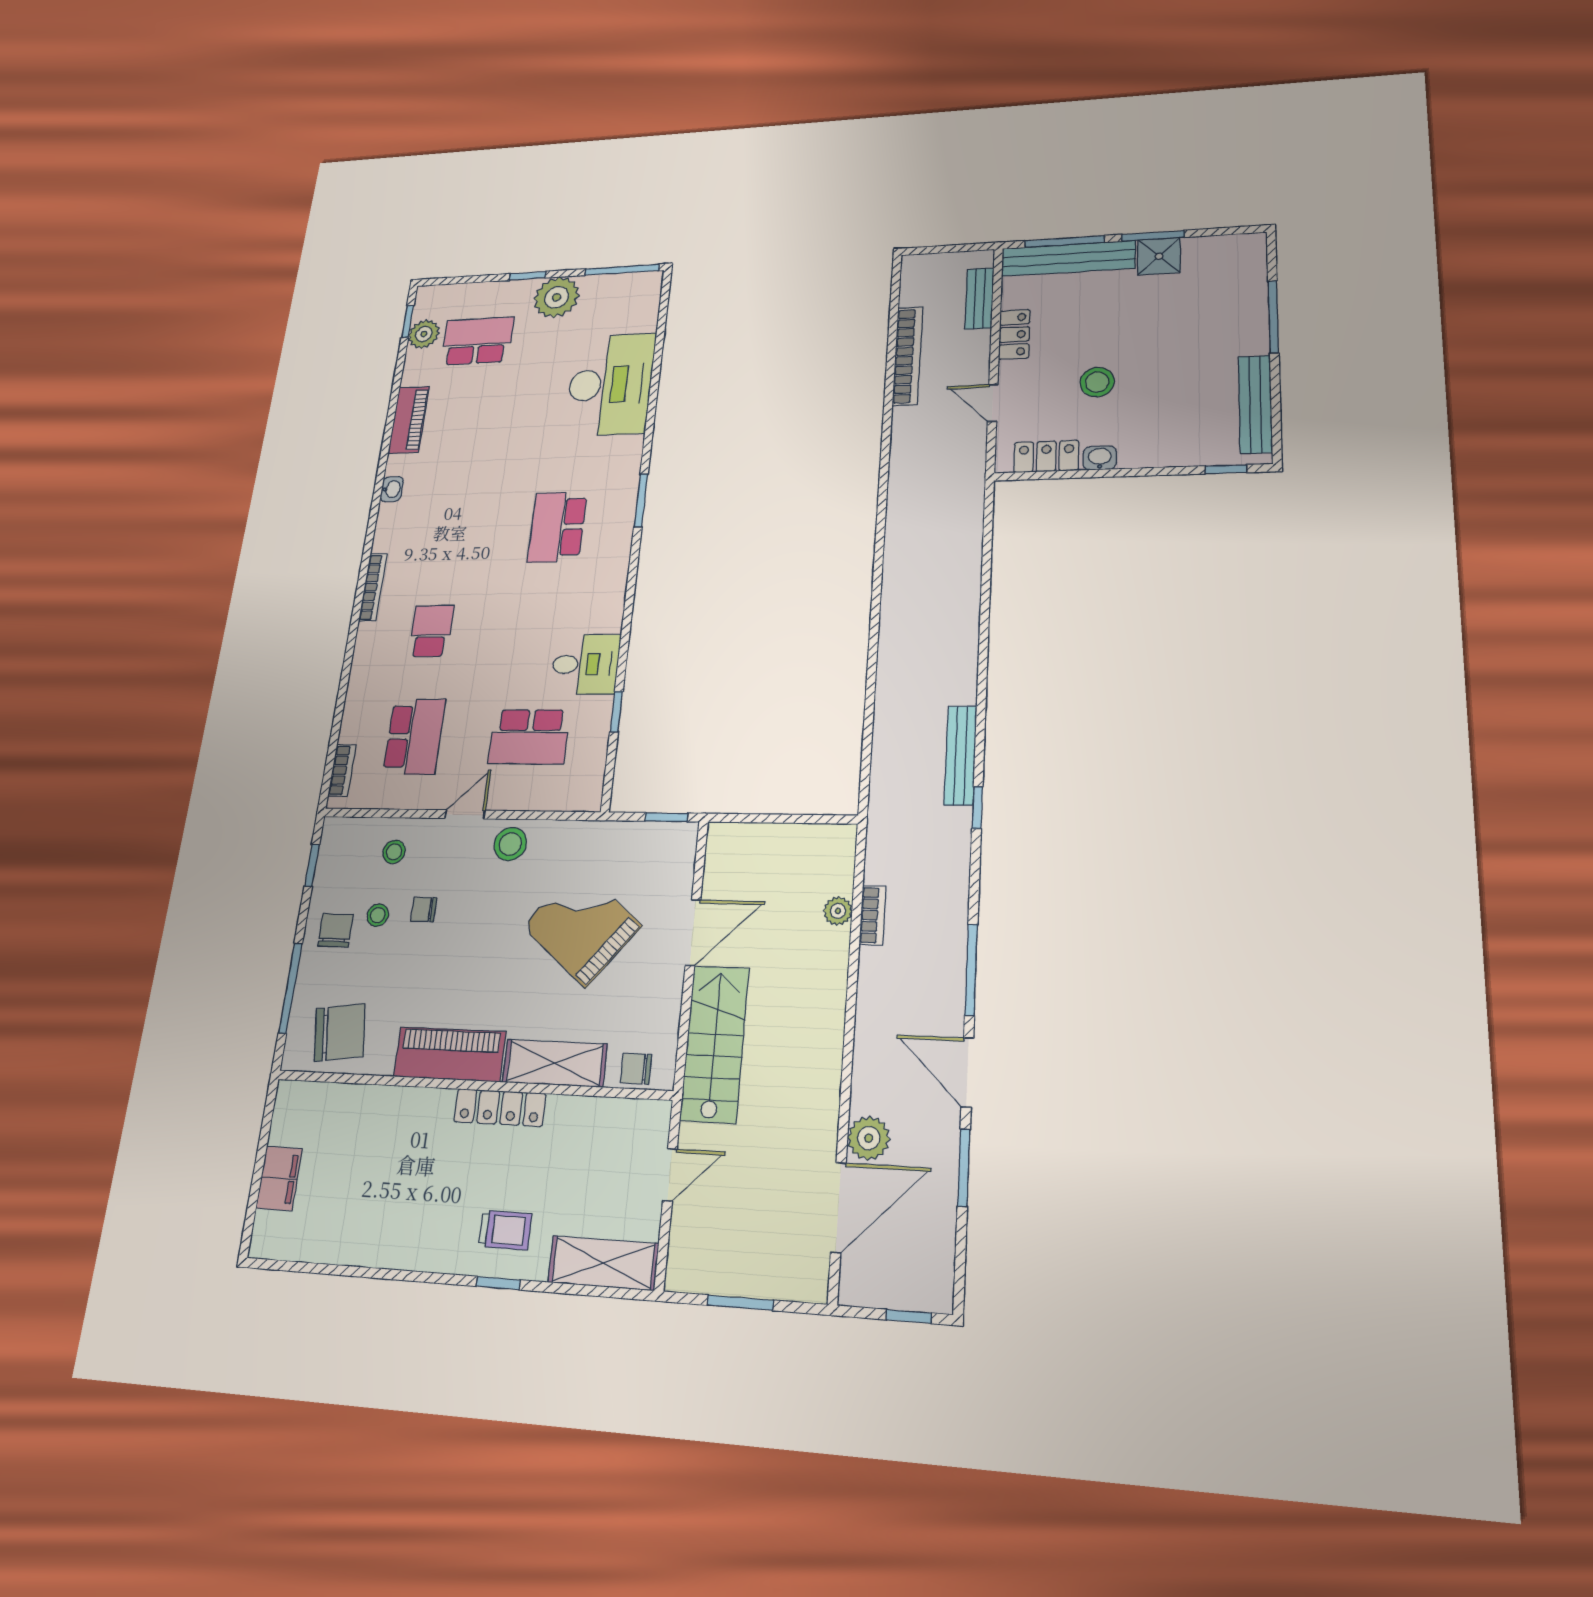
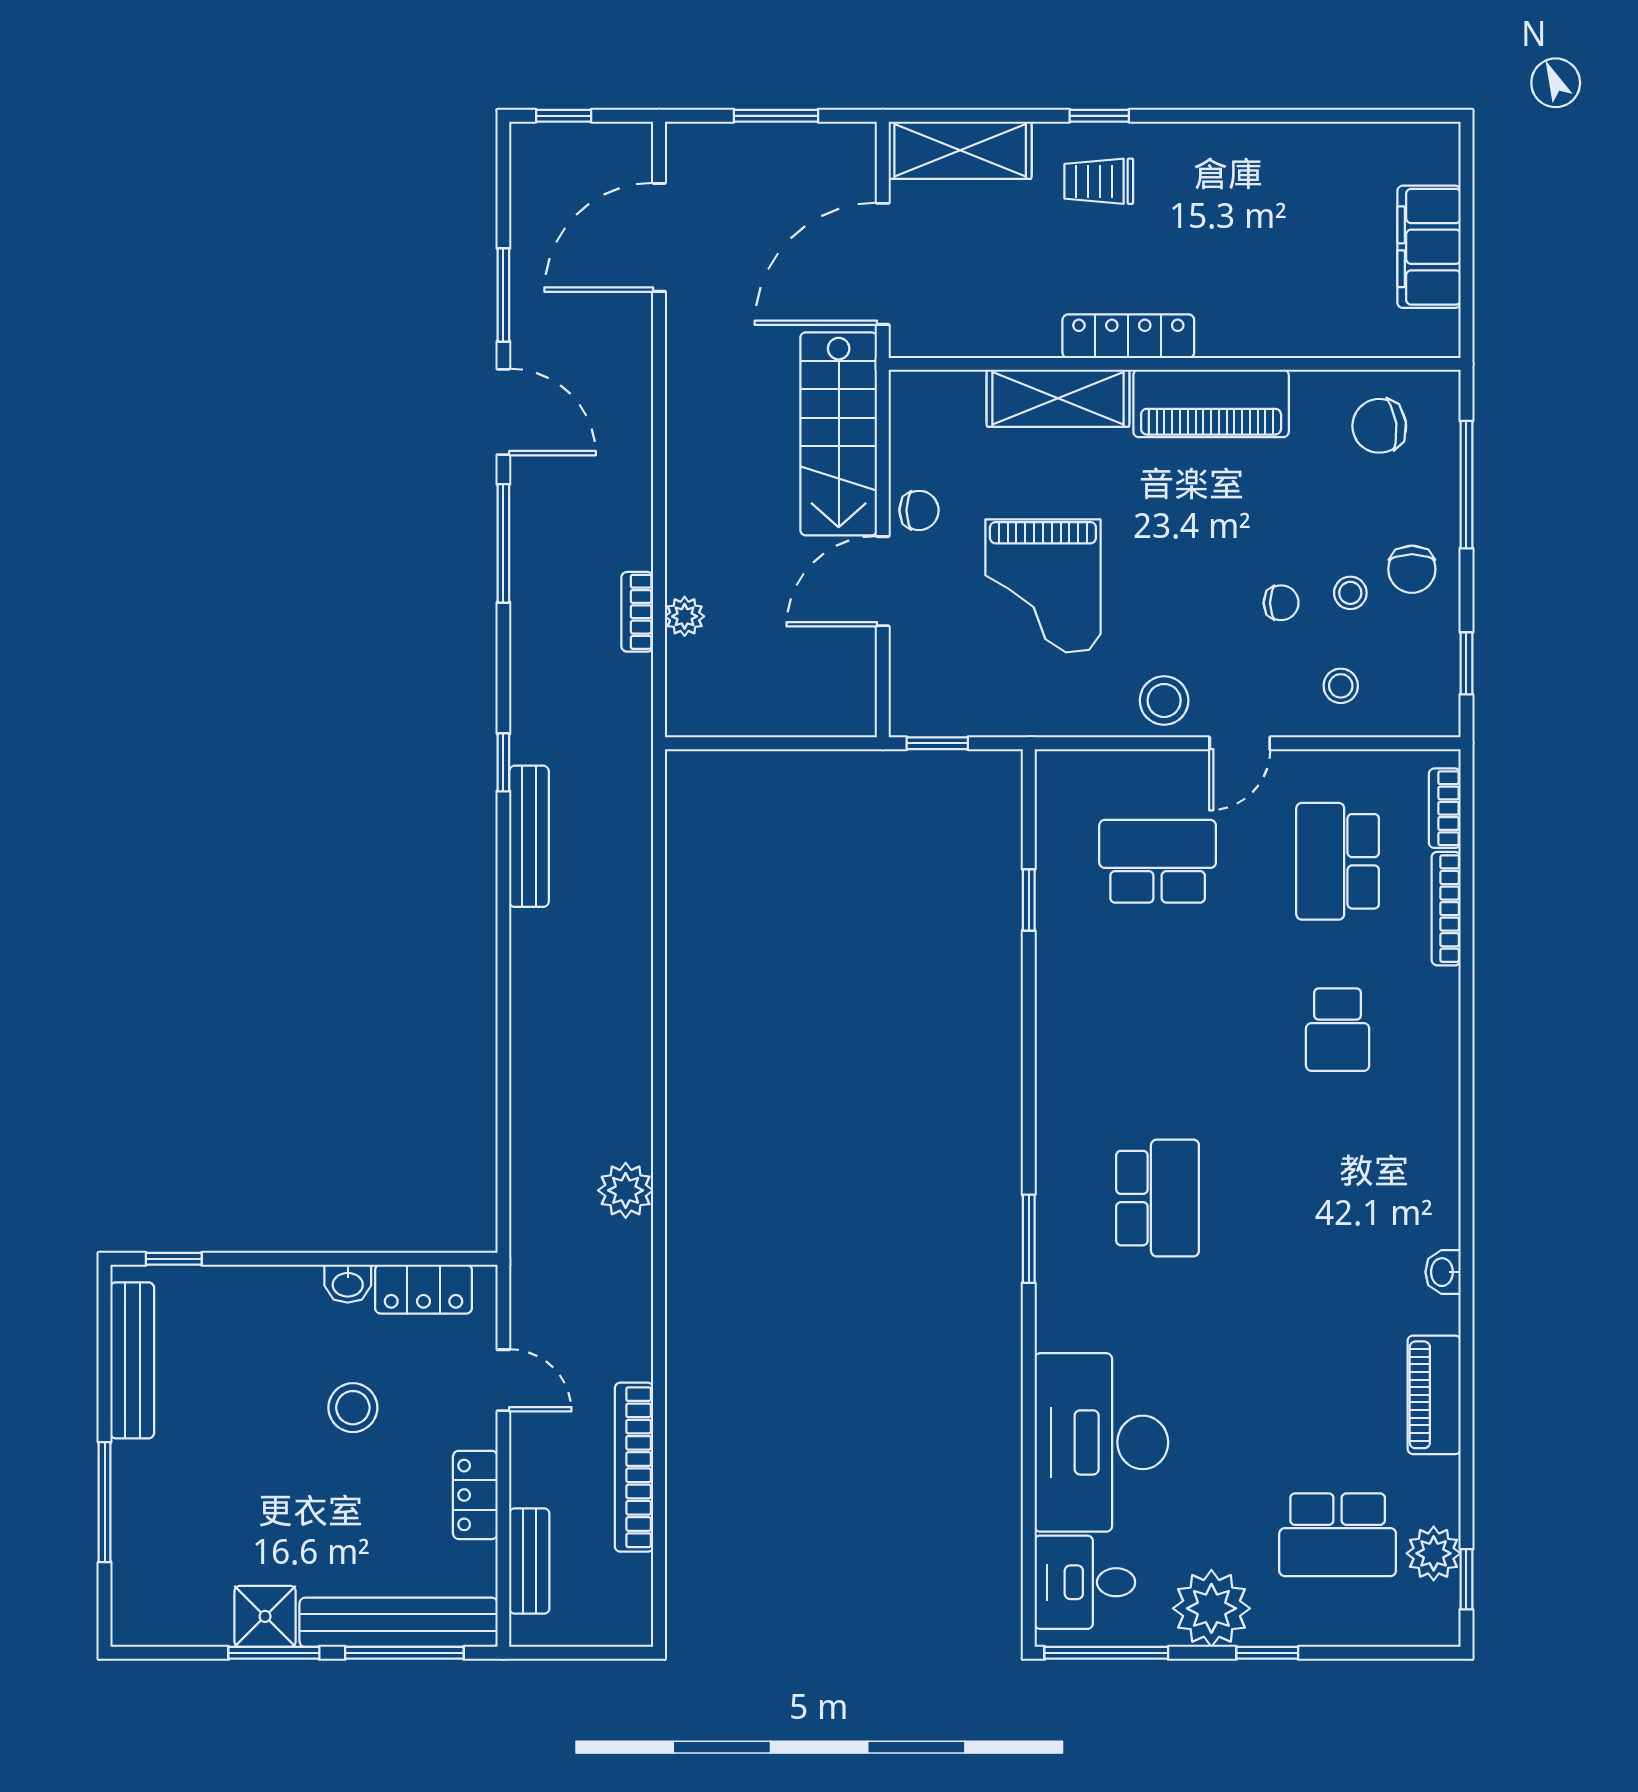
bookcase: (373, 587) -> (1446, 909), moved
desk: (585, 664) -> (1085, 1582), moved
grand piano: (582, 926) -> (1043, 586), turned 51
chair: (340, 1032) -> (1379, 426), width x0.73, depth x0.73
chair: (636, 1069) -> (919, 510), moved
plant: (869, 1138) -> (626, 1190), moved
door: (670, 1175) -> (883, 264), width x1.87
filing cabinet: (279, 1178) -> (1429, 247), width x1.50, depth x1.17

